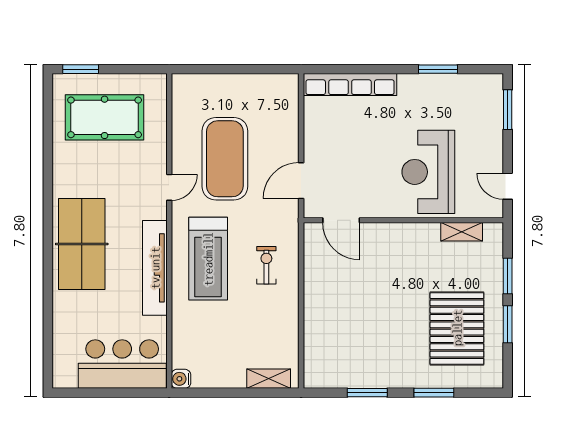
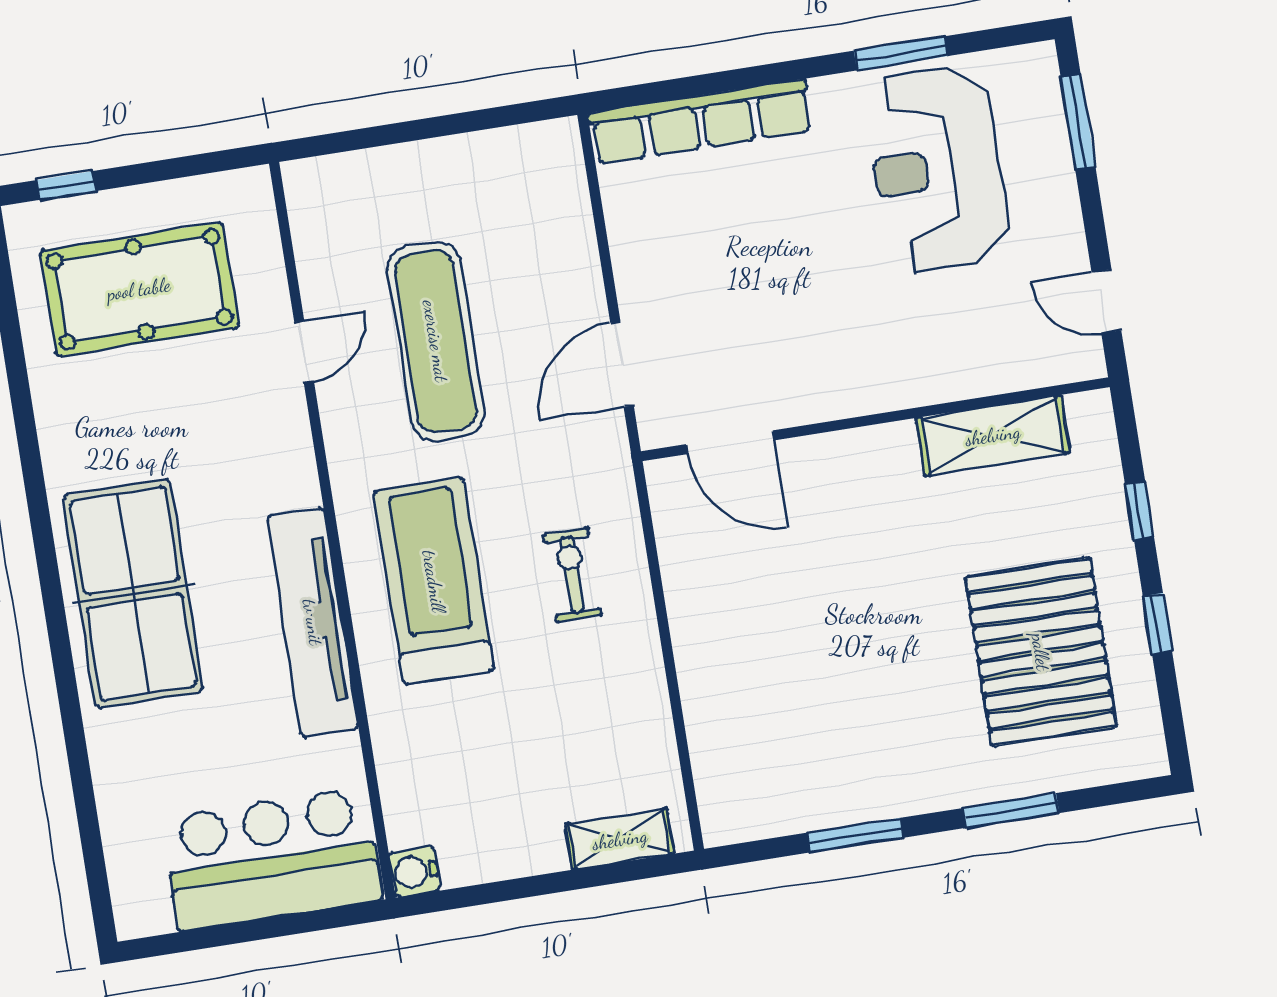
window: (81, 69) -> (66, 186), width x0.67
exercise mat: (225, 159) -> (436, 341), width x0.68
reception desk: (428, 172) -> (937, 169), moved
door: (169, 187) -> (304, 352), moved
shelving: (462, 232) -> (993, 435), width x1.50, depth x1.33
treadmill: (208, 259) -> (434, 581), turned 180
window: (508, 276) -> (1140, 511), width x0.67
window: (508, 324) -> (1157, 624), width x0.67

